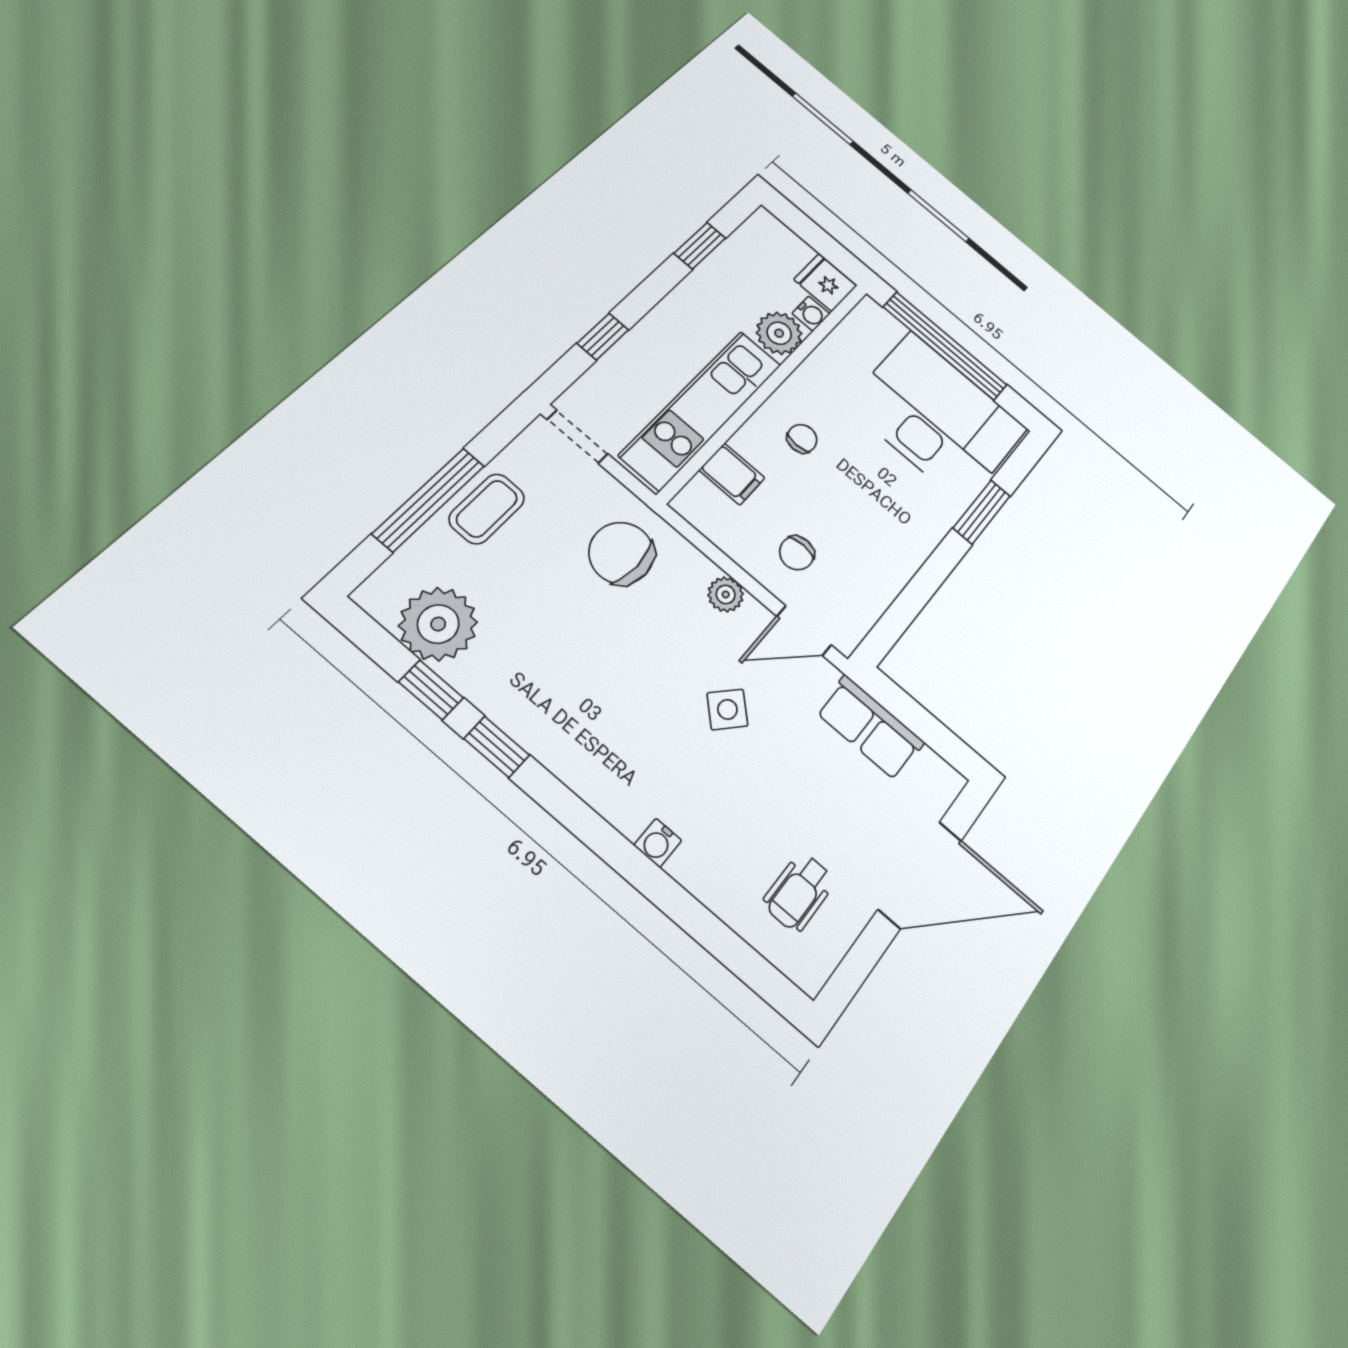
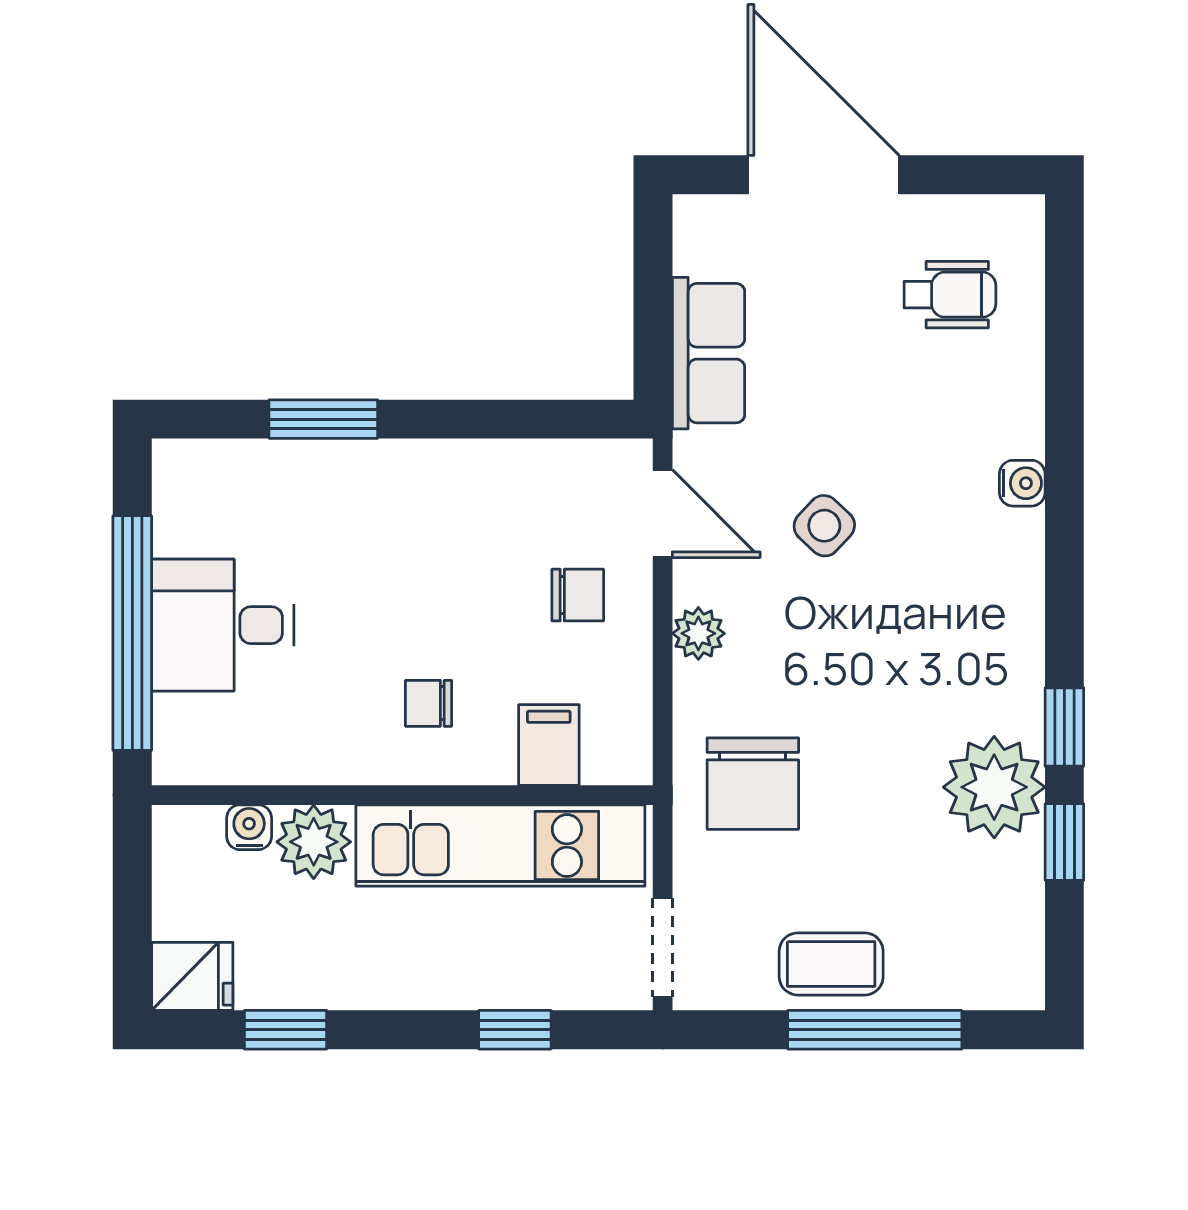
fridge: (825, 283) -> (192, 976), moved, turned -90
desk: (937, 417) -> (223, 625), width x0.53, depth x0.77
plant: (438, 624) -> (994, 787), moved

